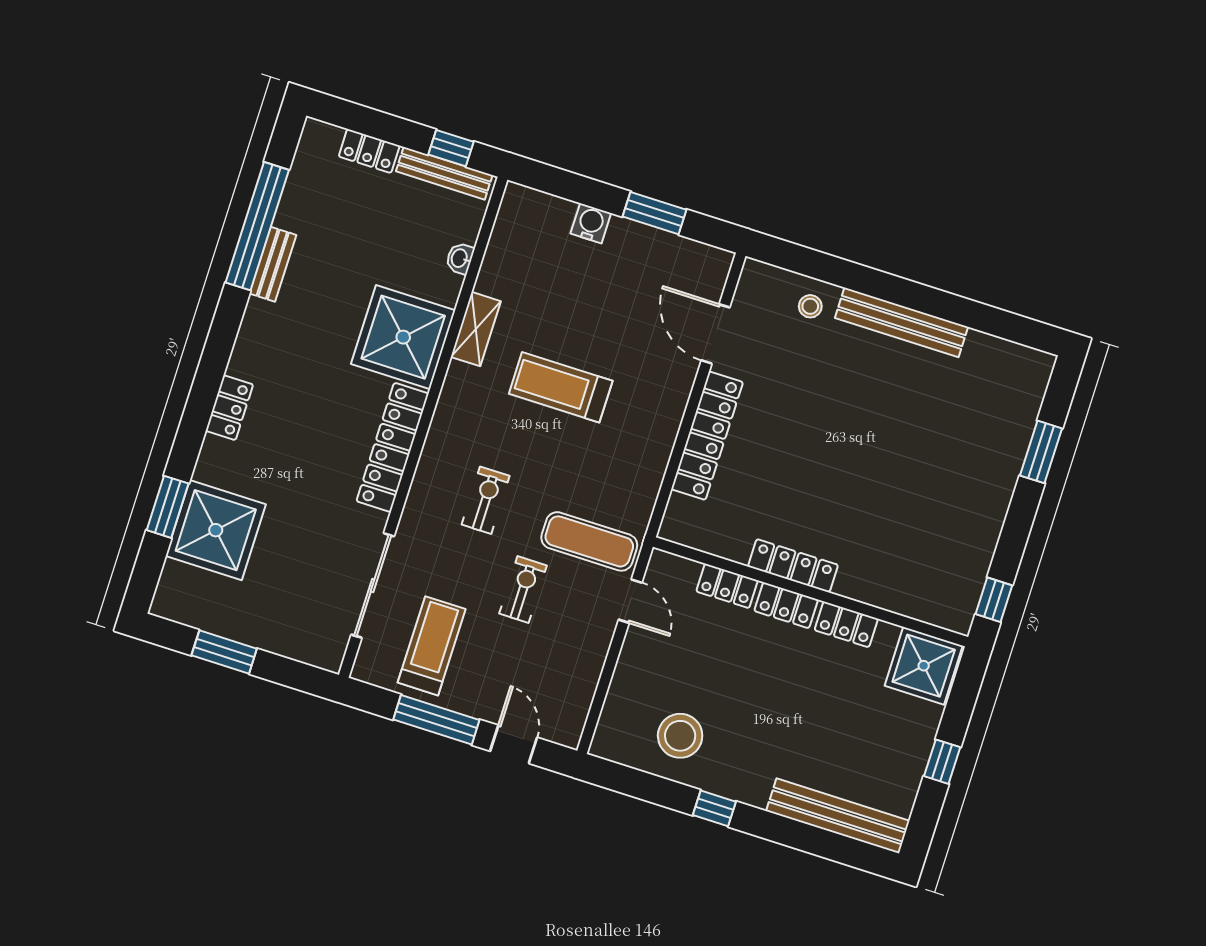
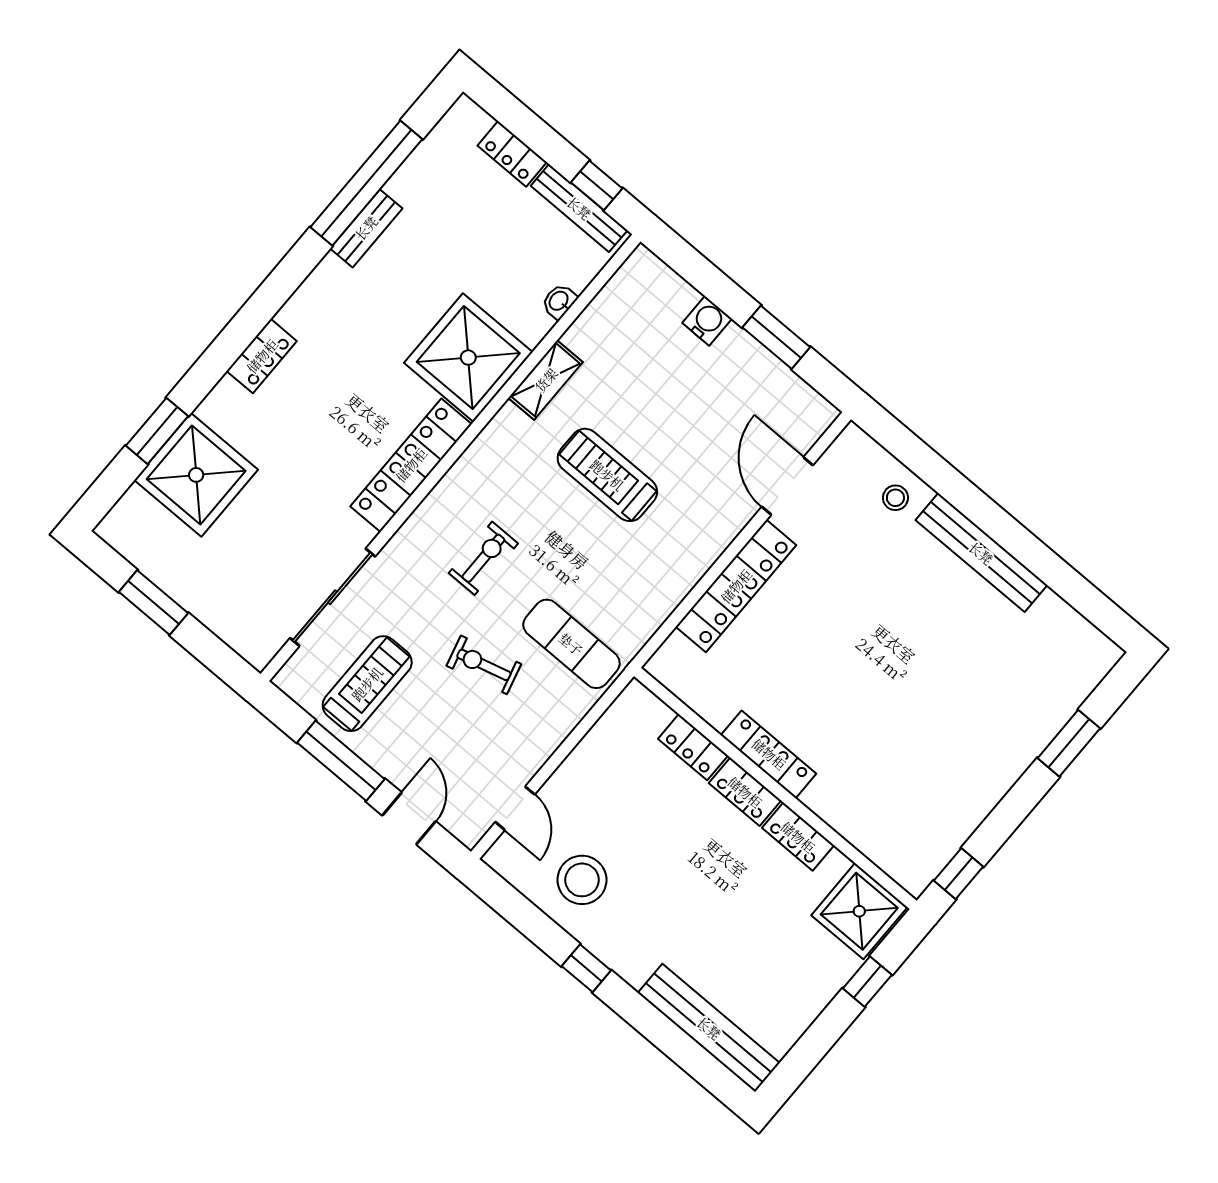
exercise bike: (523, 589) -> (484, 665), turned -105
door: (630, 601) -> (515, 808), moved
window: (942, 762) -> (867, 982), moved

